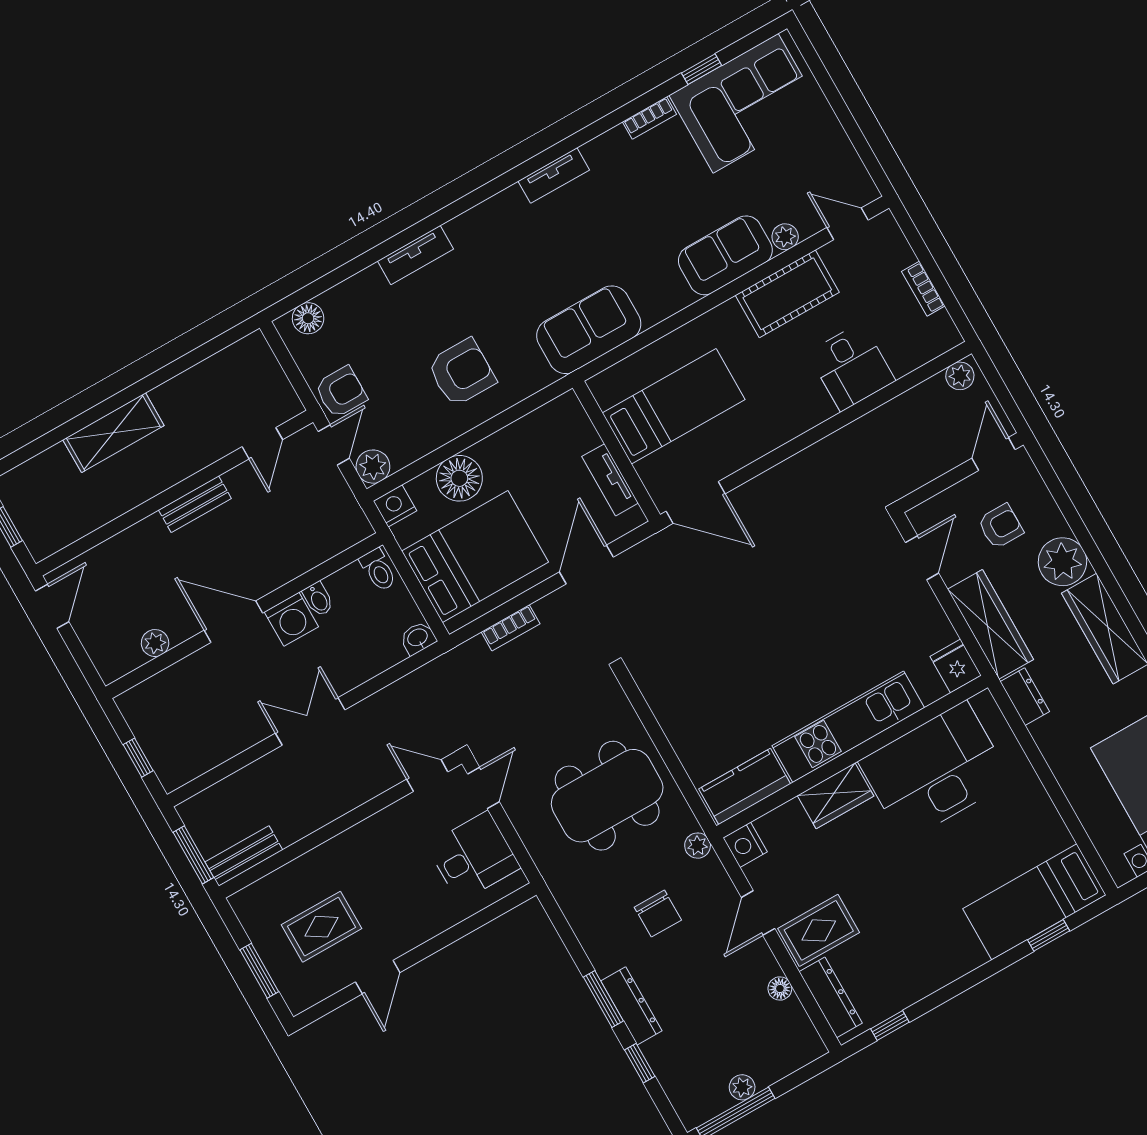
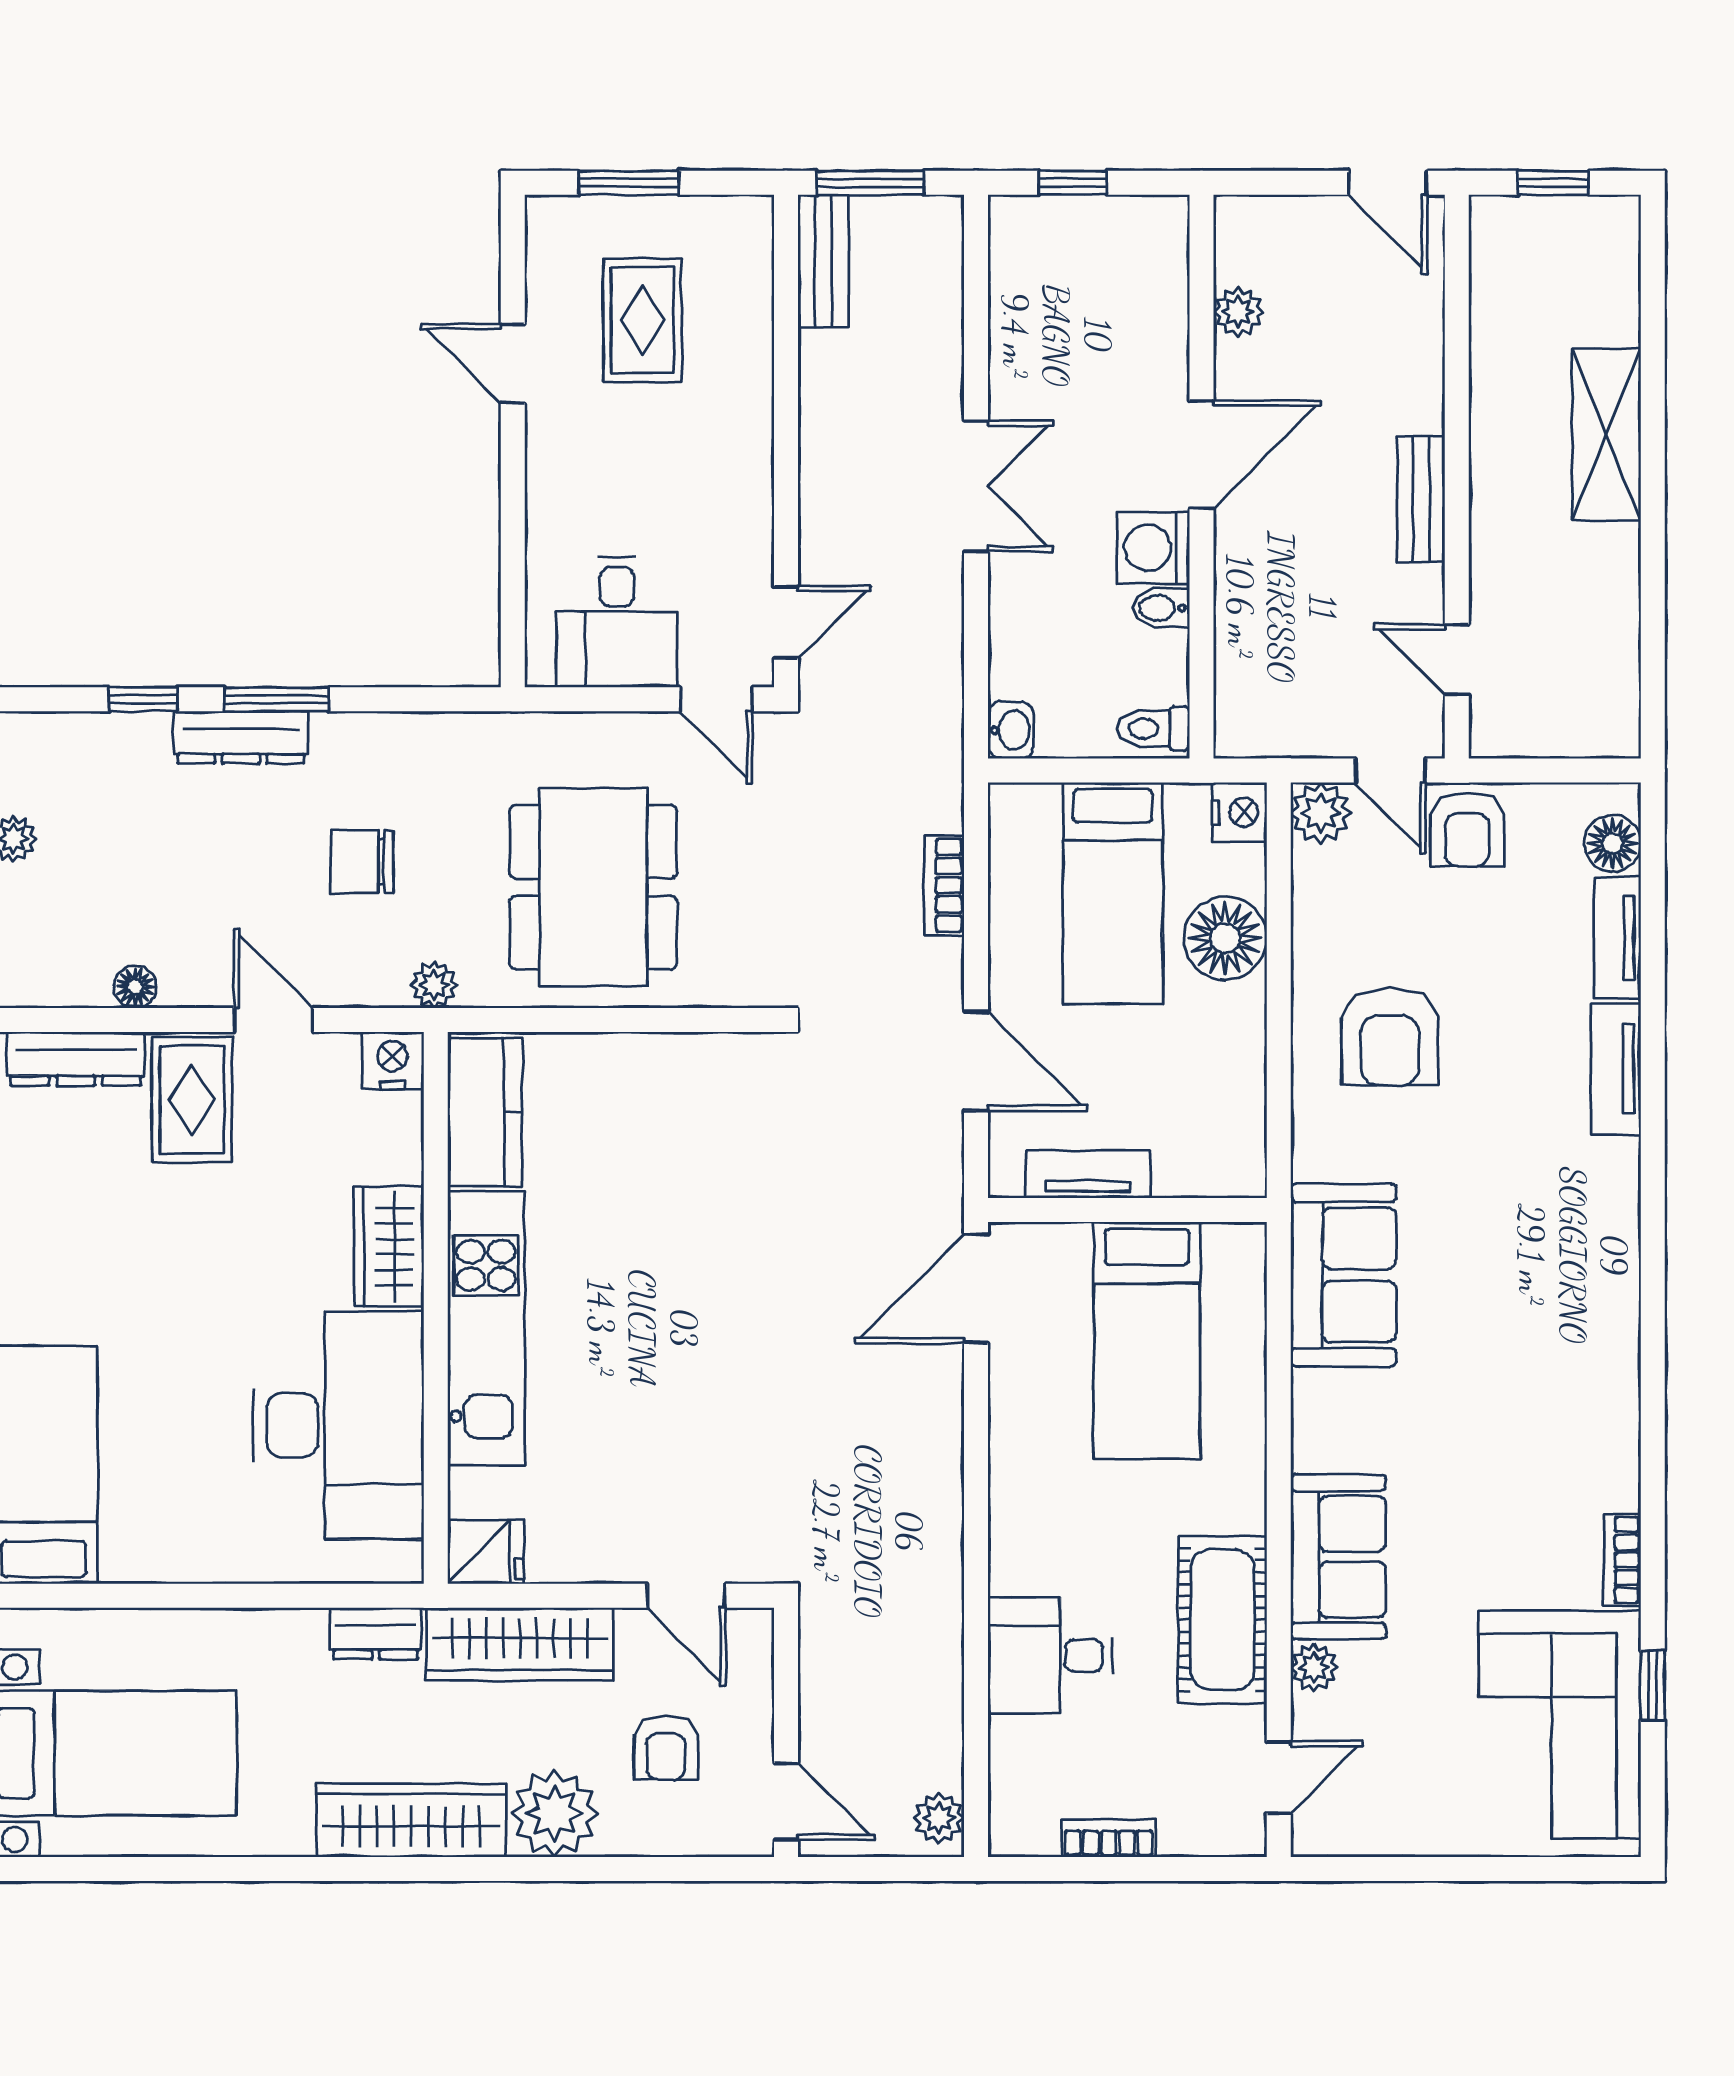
tv unit: (554, 176) -> (1617, 938), moved
bed: (475, 557) -> (1113, 893), width x0.67

